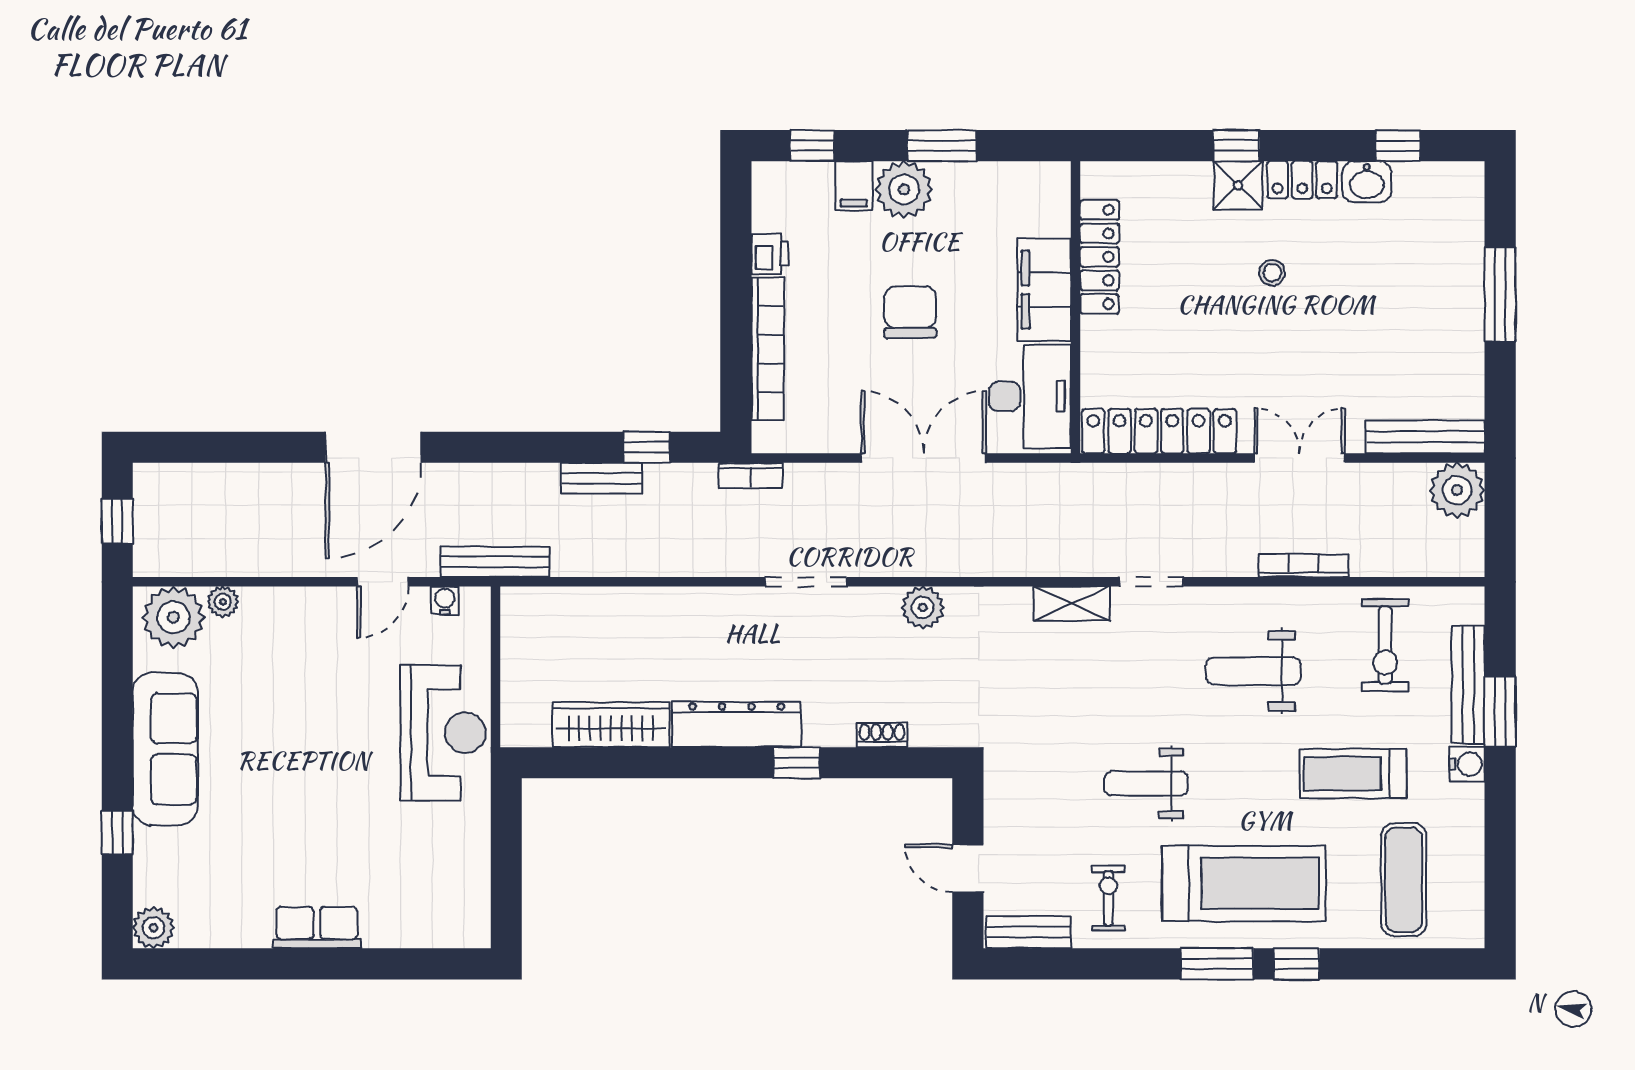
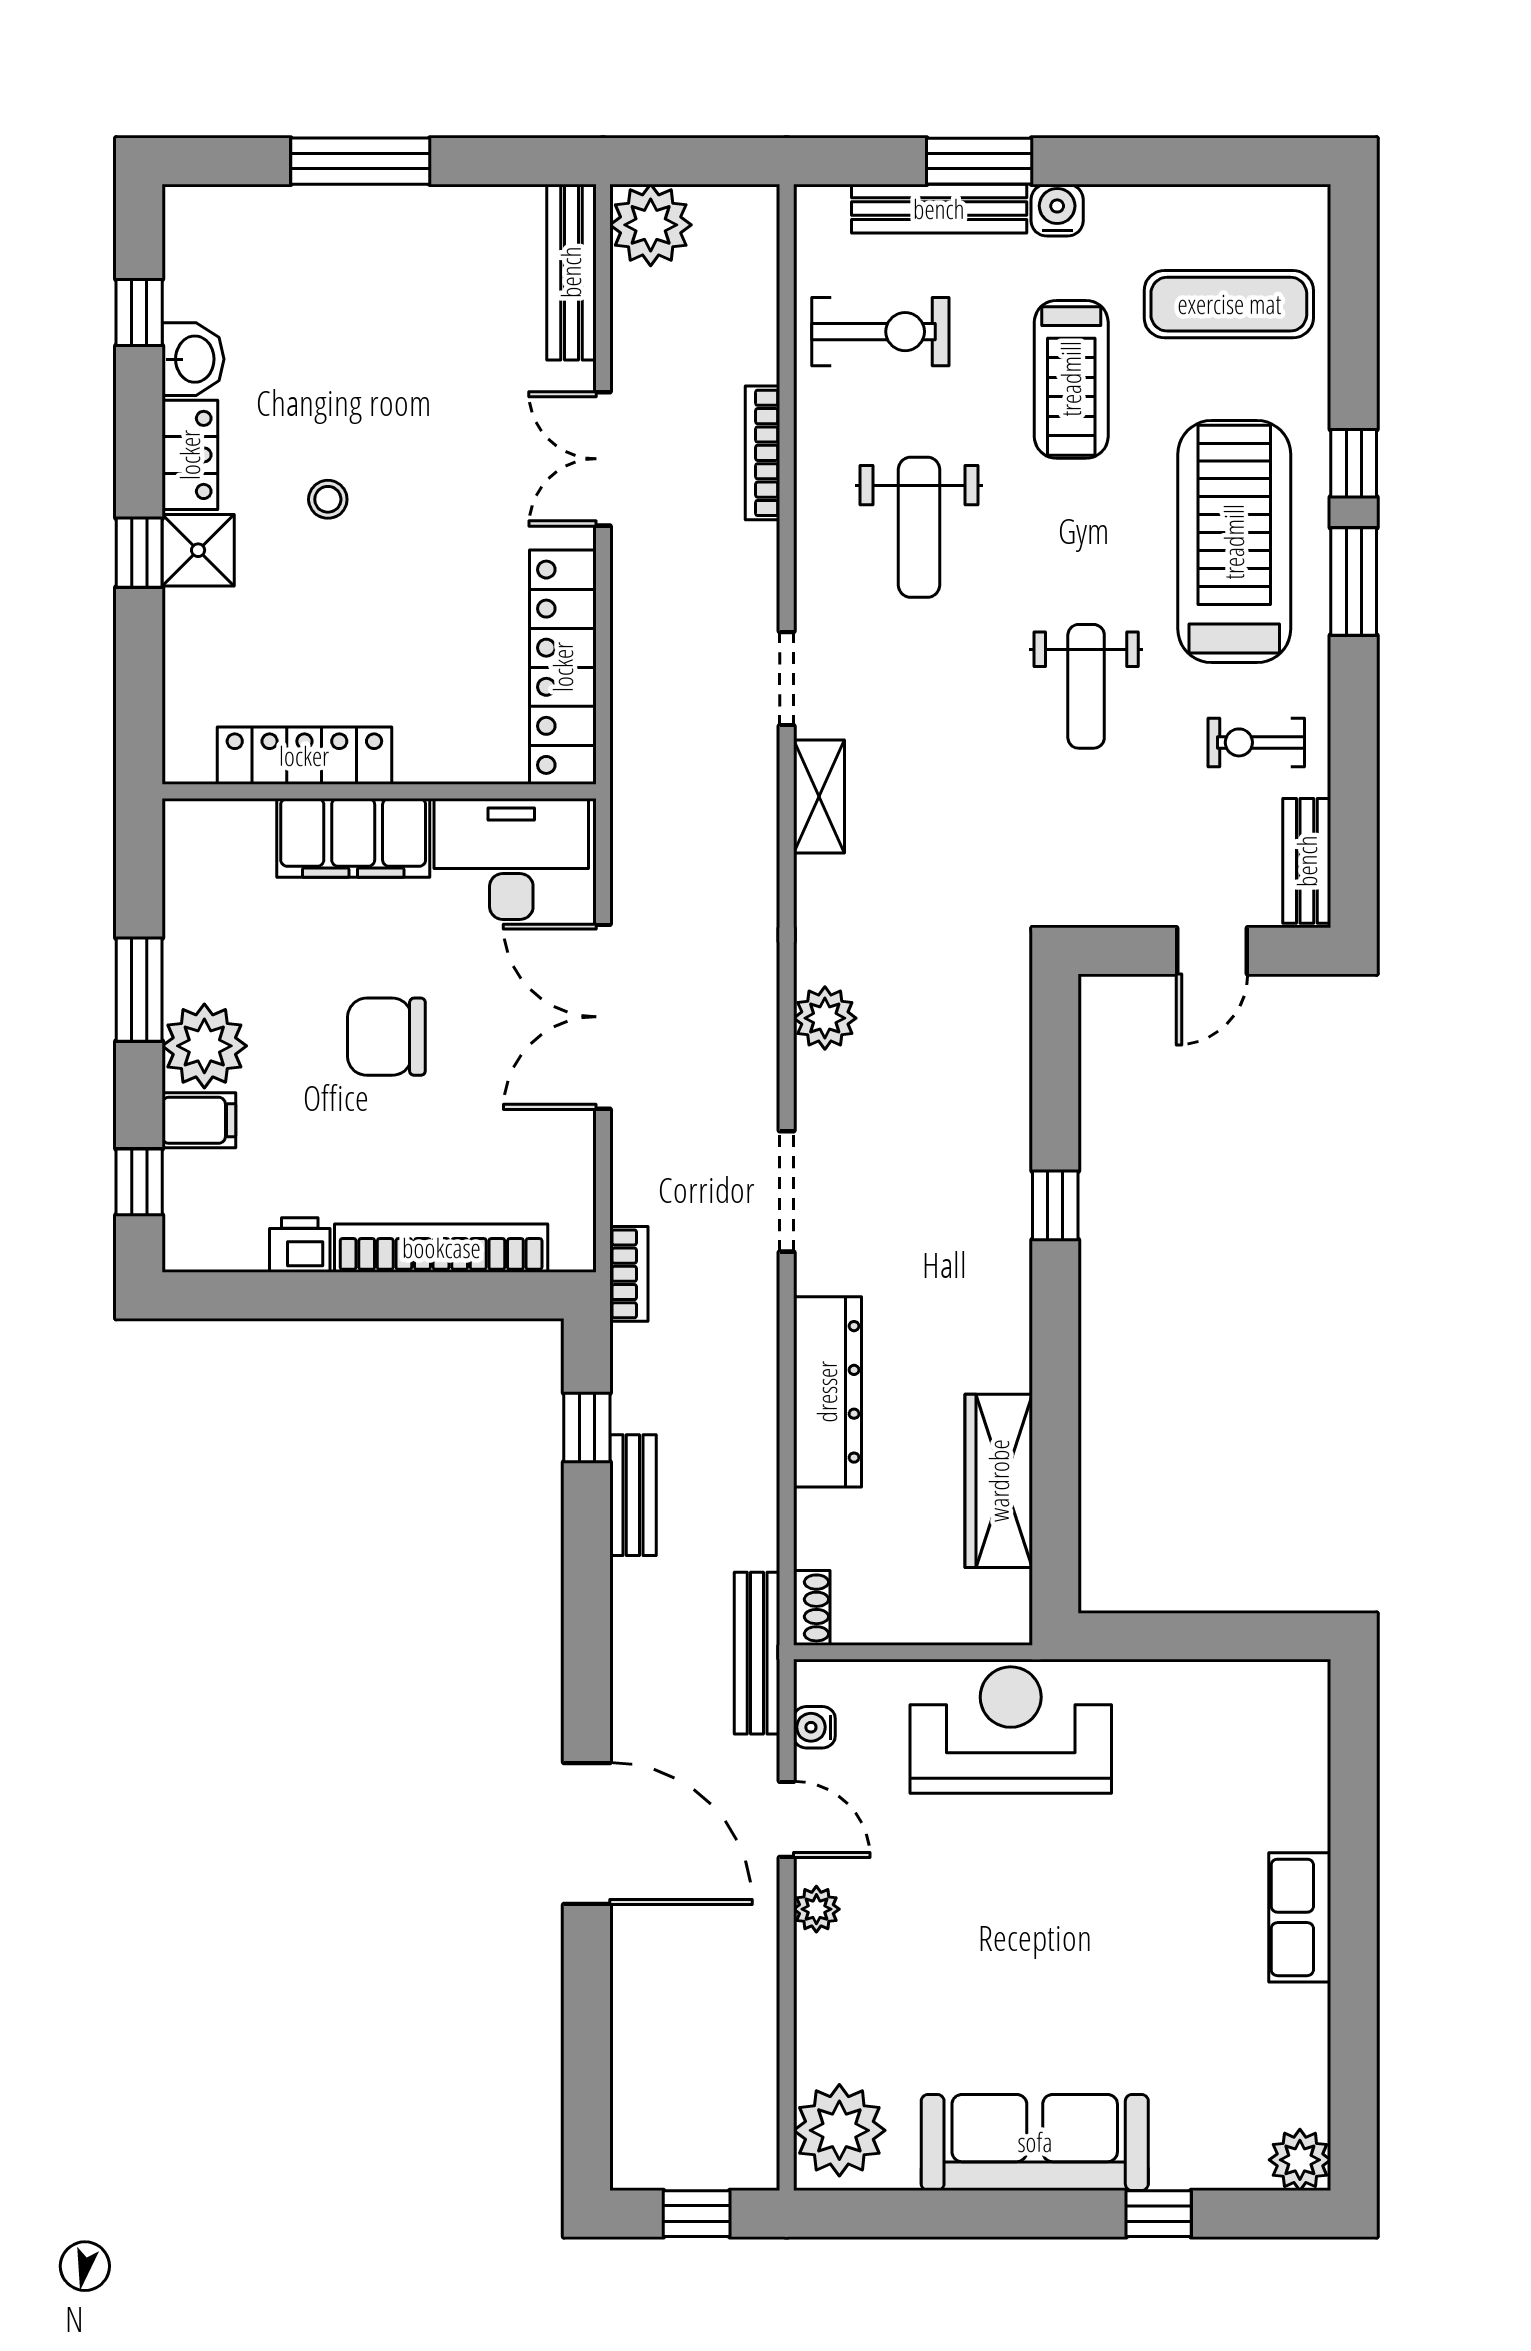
plant: (223, 602) -> (816, 1909), moved
dresser: (737, 724) -> (827, 1392), moved, turned 180
shoe rack: (882, 735) -> (812, 1608), moved, turned 180

